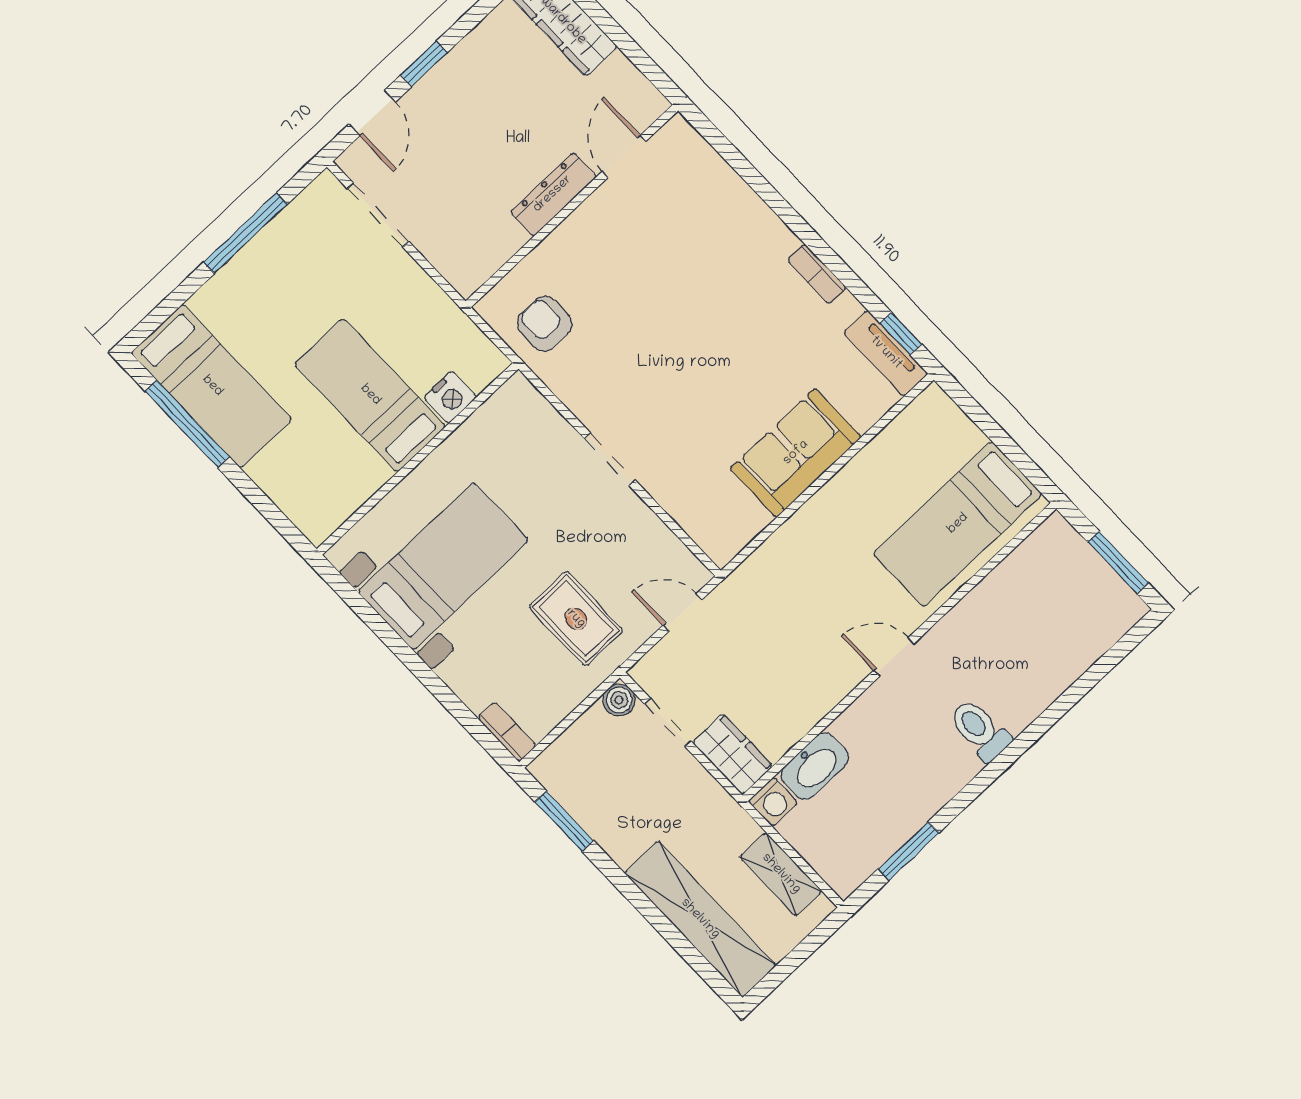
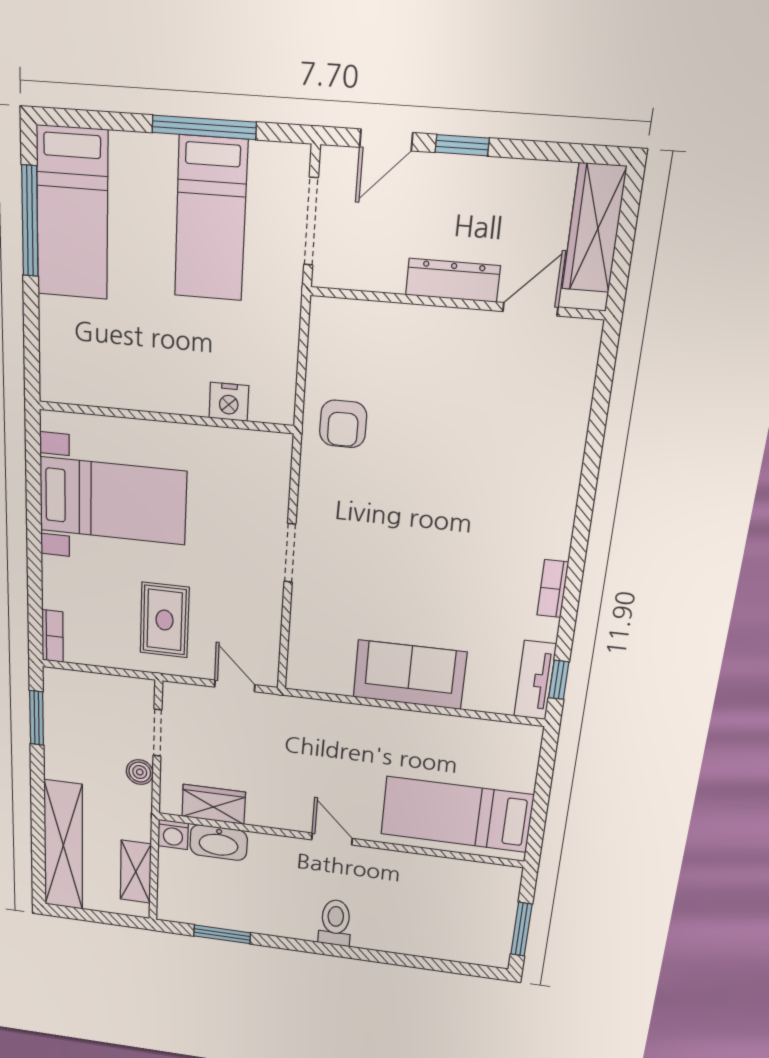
door: (624, 156) -> (530, 309), moved
dresser: (553, 194) -> (453, 280), moved
wall: (572, 206) -> (456, 303), moved
armchair: (545, 324) -> (343, 424), turned 180
bed: (370, 395) -> (211, 219), moved, turned 180
boiler: (619, 700) -> (140, 772), moved
wardrobe: (733, 754) -> (214, 804), moved, turned -90

